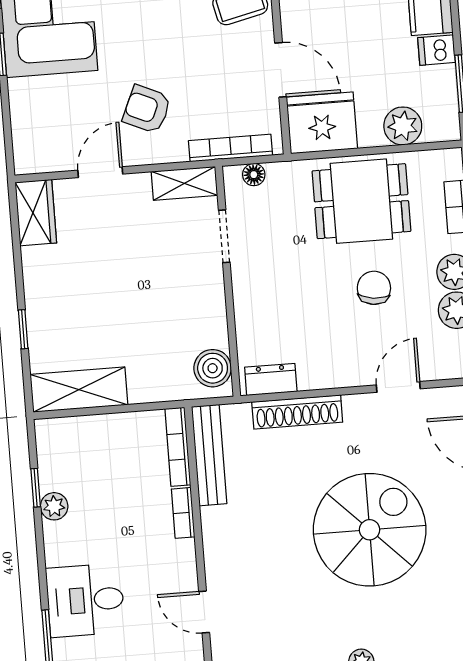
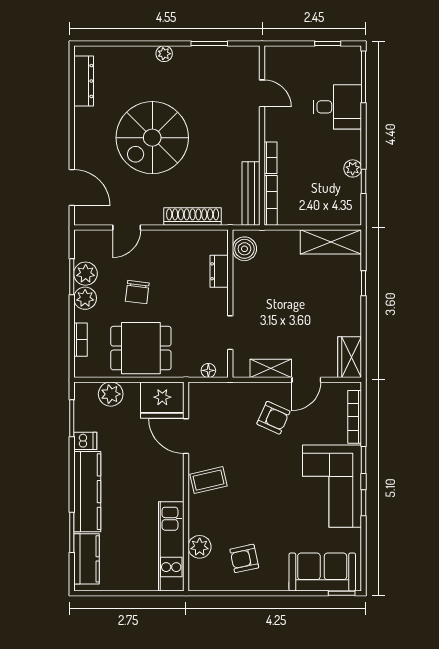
bookcase: (231, 148) -> (355, 417), moved, turned 90
shelving: (184, 183) -> (271, 368), moved
dresser: (271, 379) -> (219, 271), moved, turned 90

